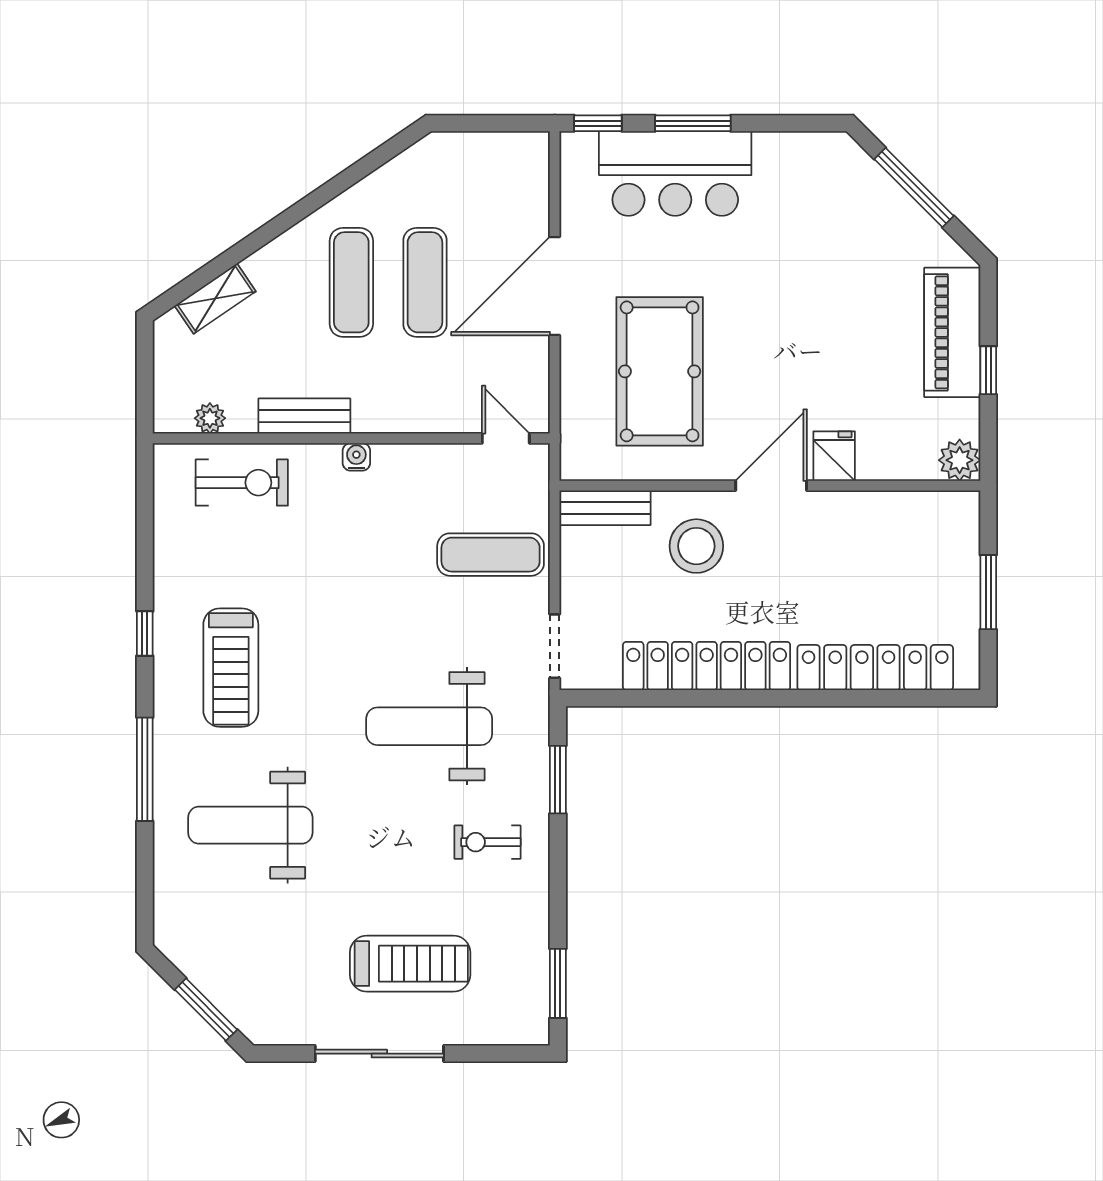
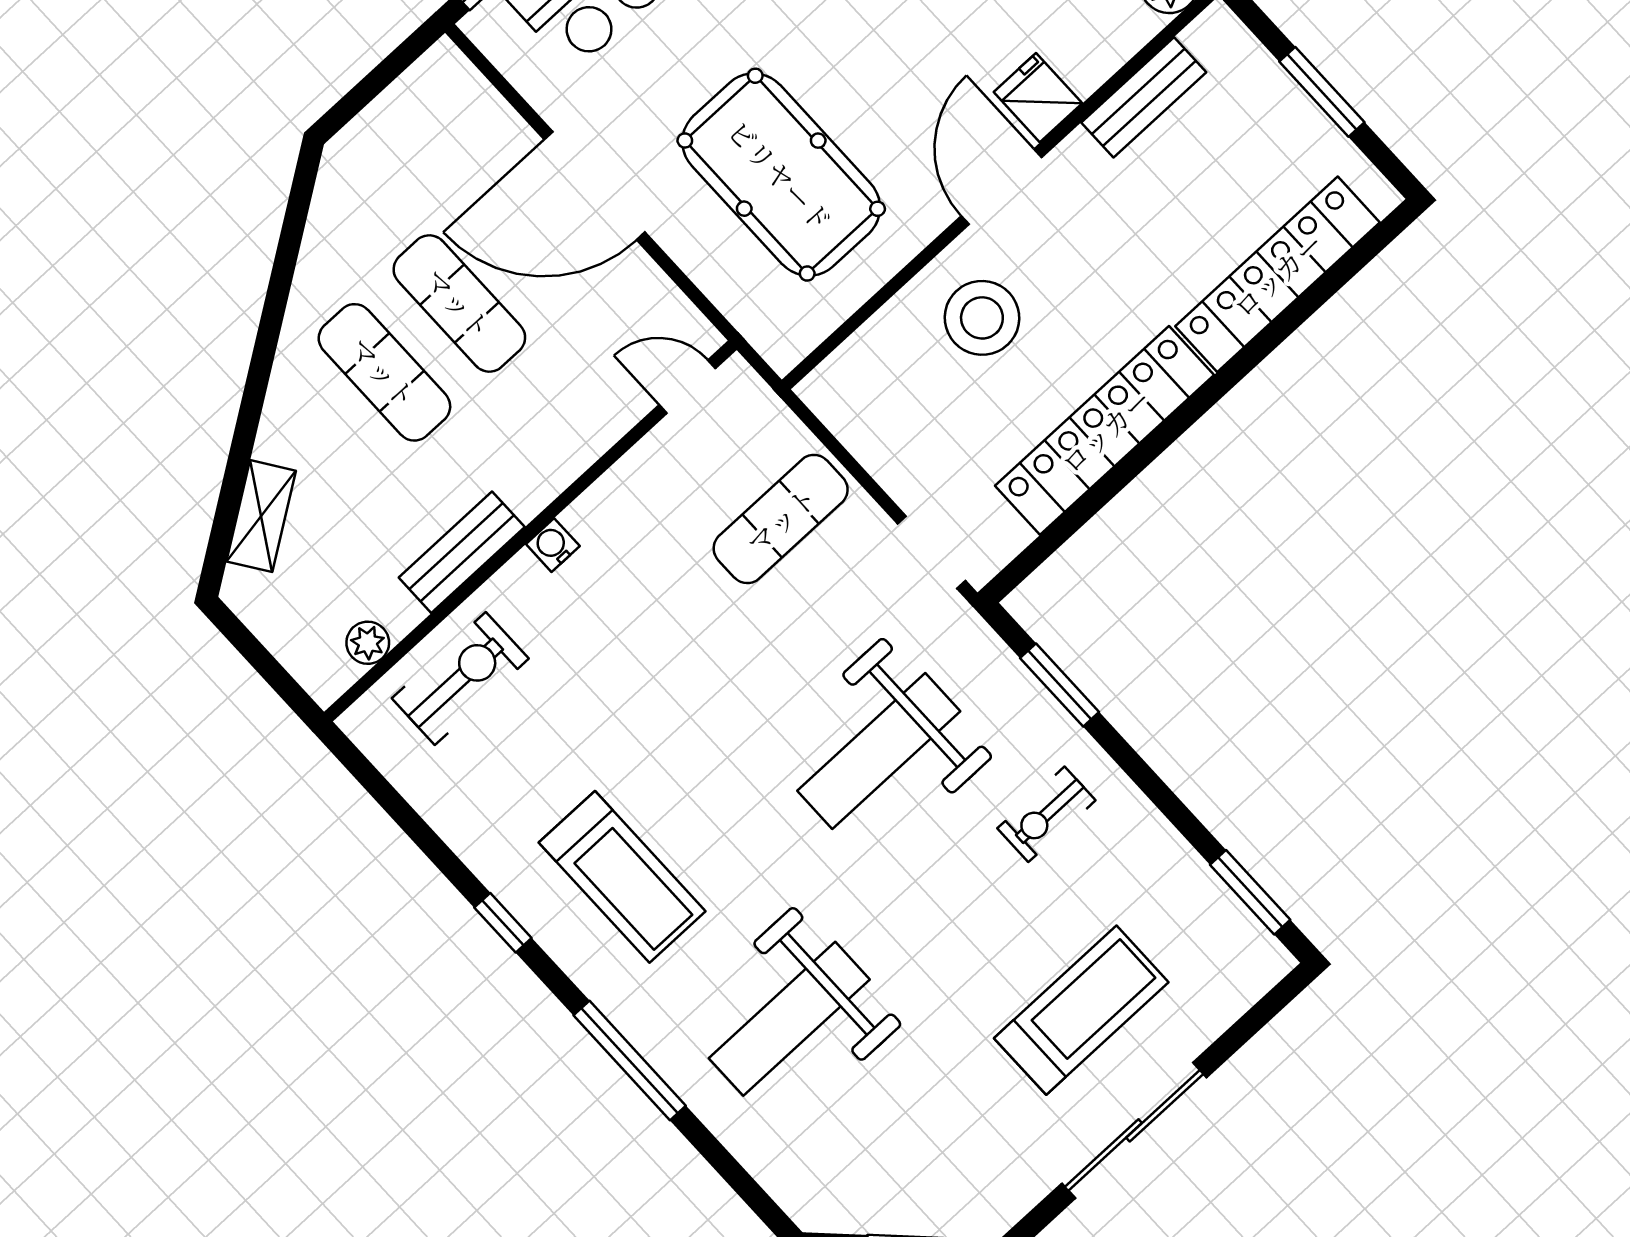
door: (555, 286) -> (595, 186), hinge flipped
bench: (605, 508) -> (1144, 97), moved

